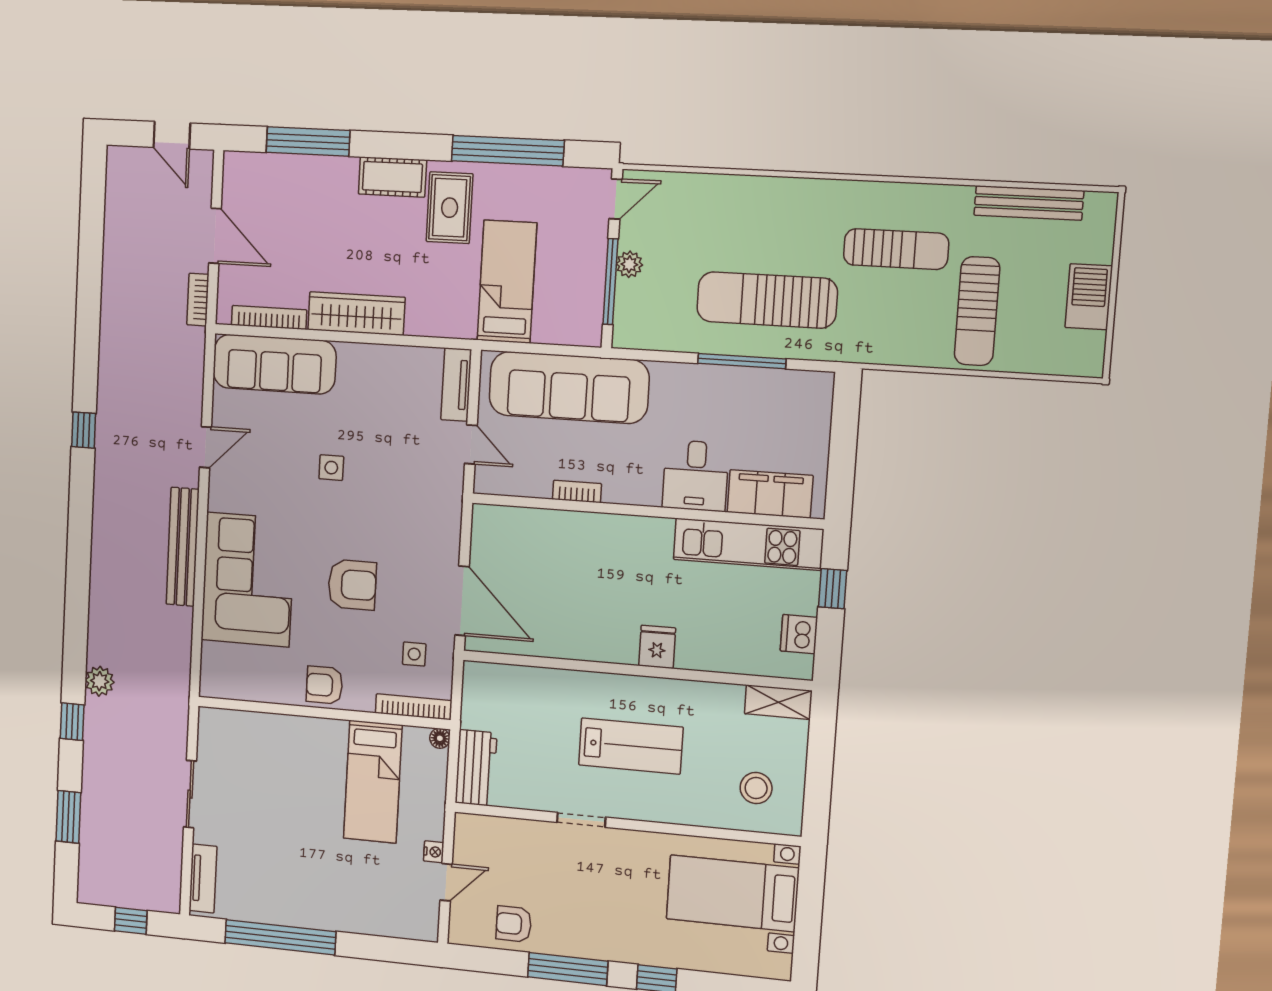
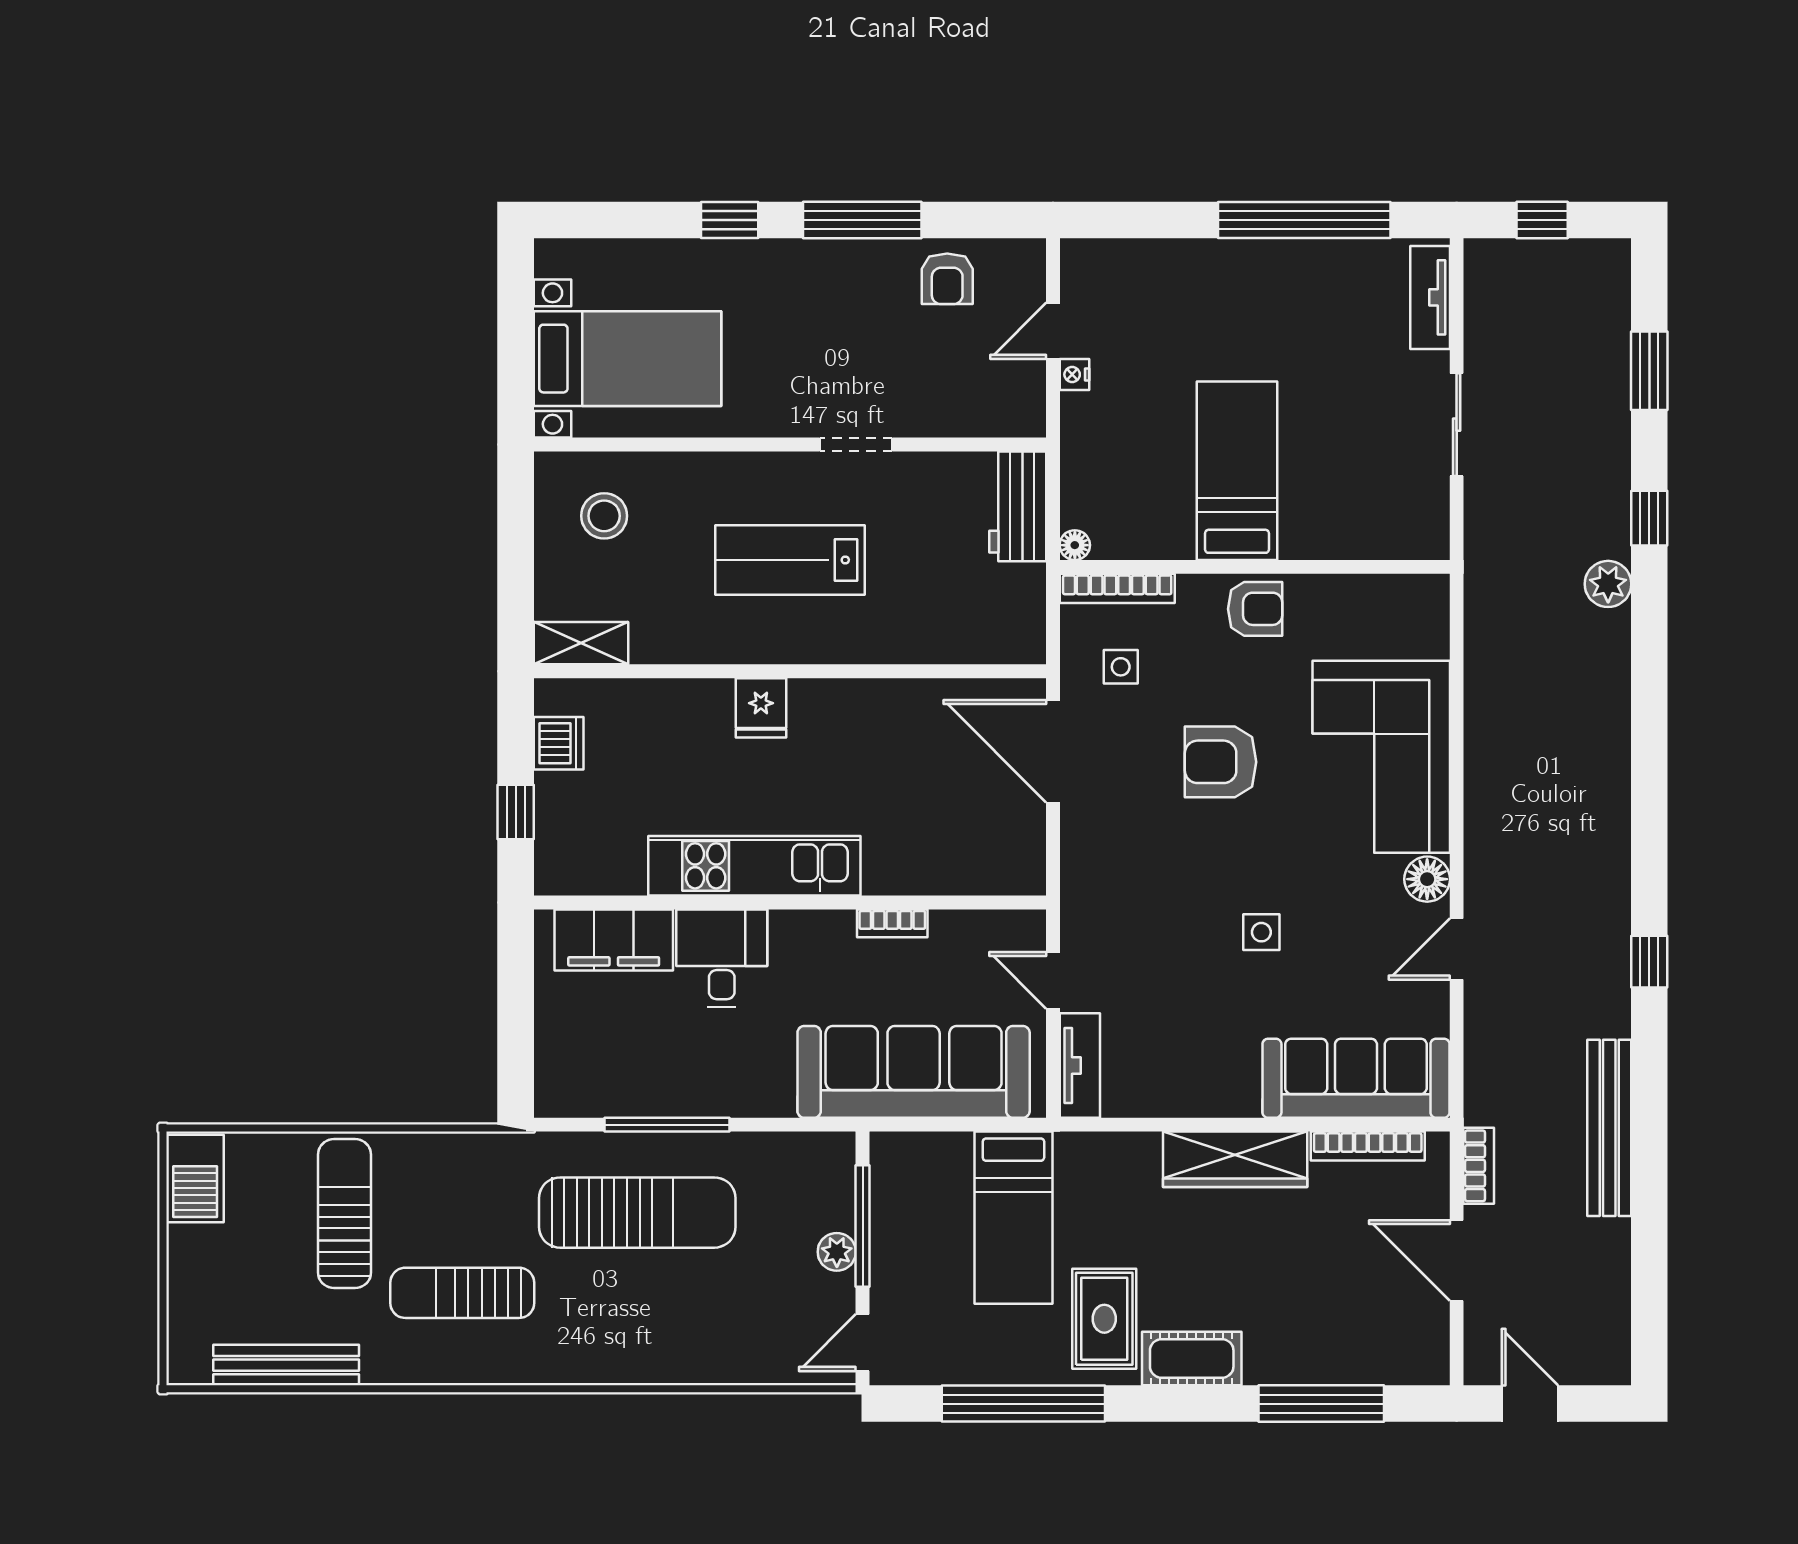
barbecue: (1089, 297) -> (195, 1178), moved
floor lamp: (222, 495) -> (1427, 879), added
kitchen unit: (748, 544) -> (754, 866), moved
bench: (183, 547) -> (1609, 1128), moved
bed: (373, 782) -> (1237, 471), moved
armchair: (514, 924) -> (947, 279), turned 90

